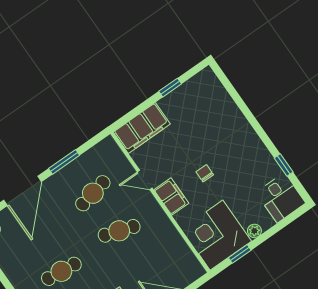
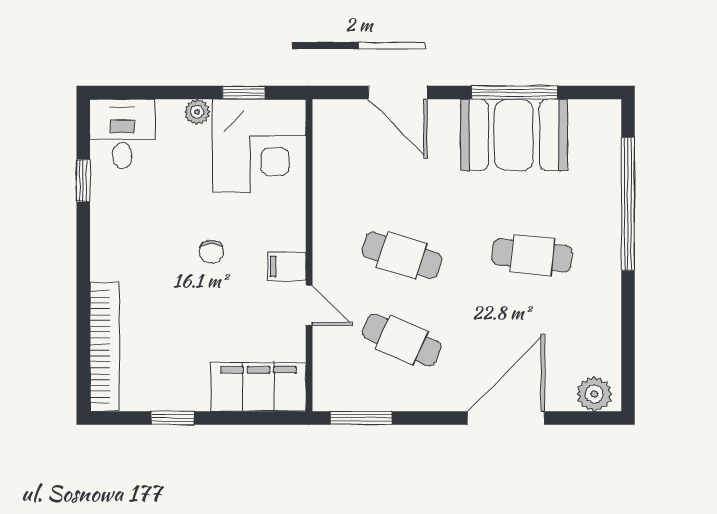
bookcase: (223, 98) -> (105, 347), added
window: (64, 162) -> (361, 418), moved
cafe table: (93, 193) -> (402, 340), turned 36
filing cabinet: (171, 197) -> (287, 266), width x0.50

